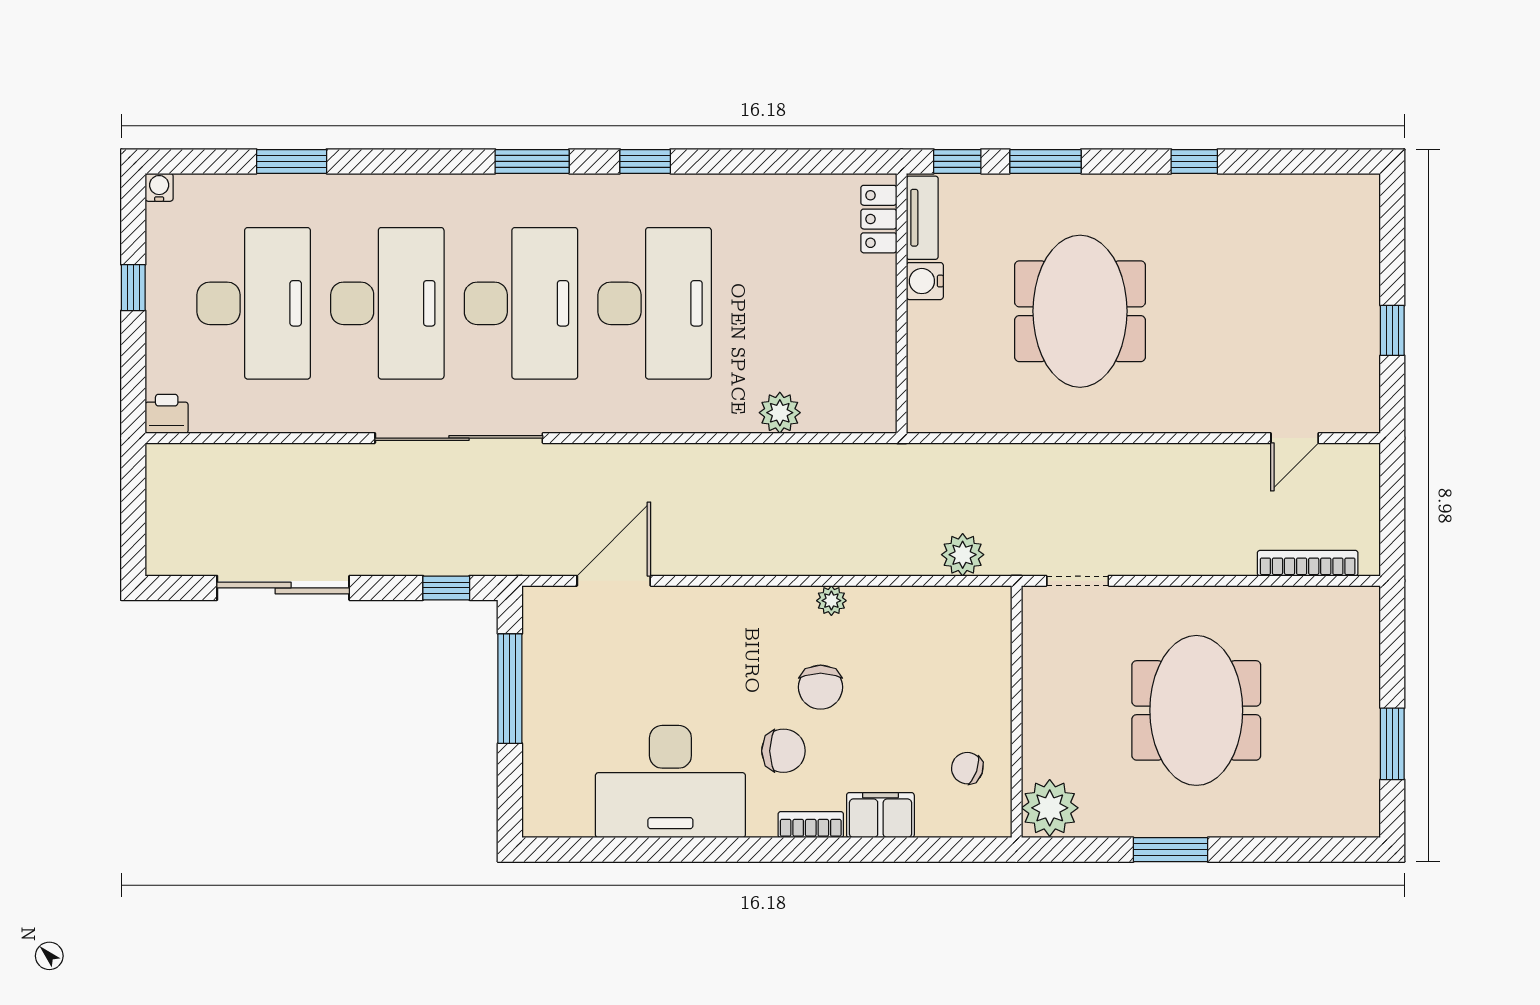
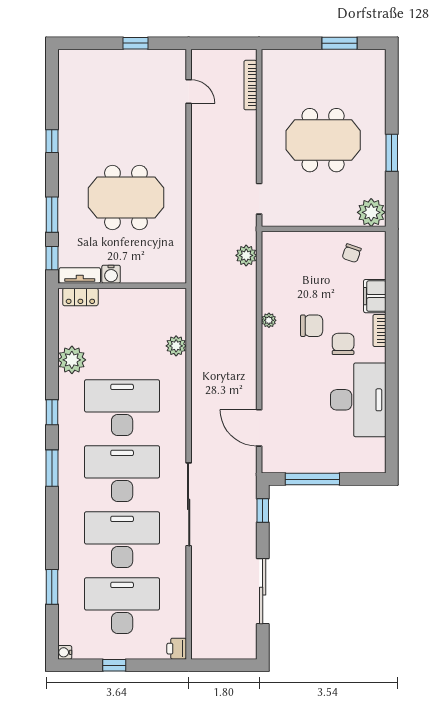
plant: (751, 202) -> (72, 360), added

